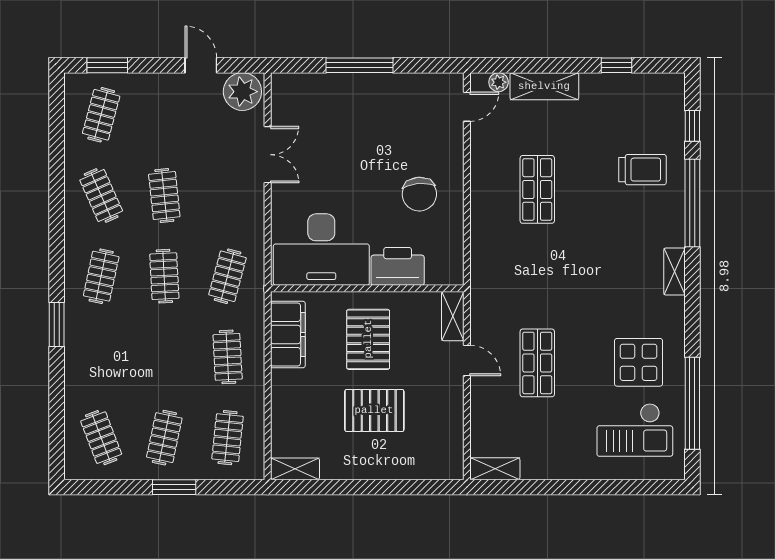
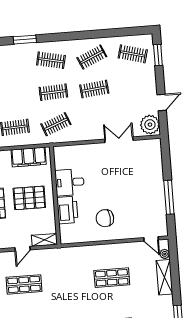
window: (359, 65) -> (169, 197), moved
double door: (268, 155) -> (119, 140), swing flipped
desk: (321, 250) -> (70, 182), width x0.53, depth x0.77
clothes rail: (228, 276) -> (56, 124), turned -36

